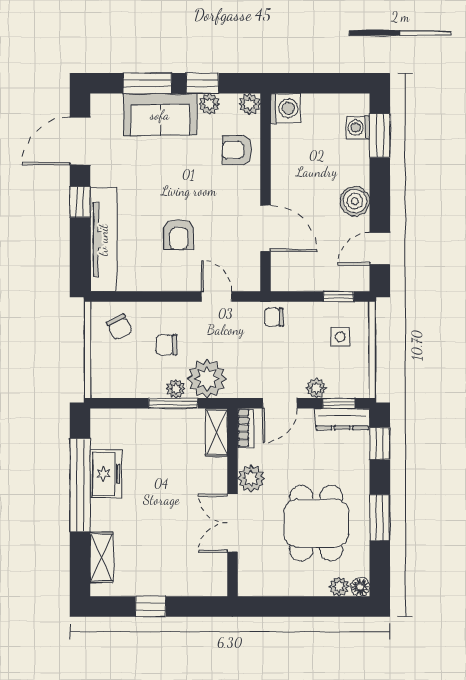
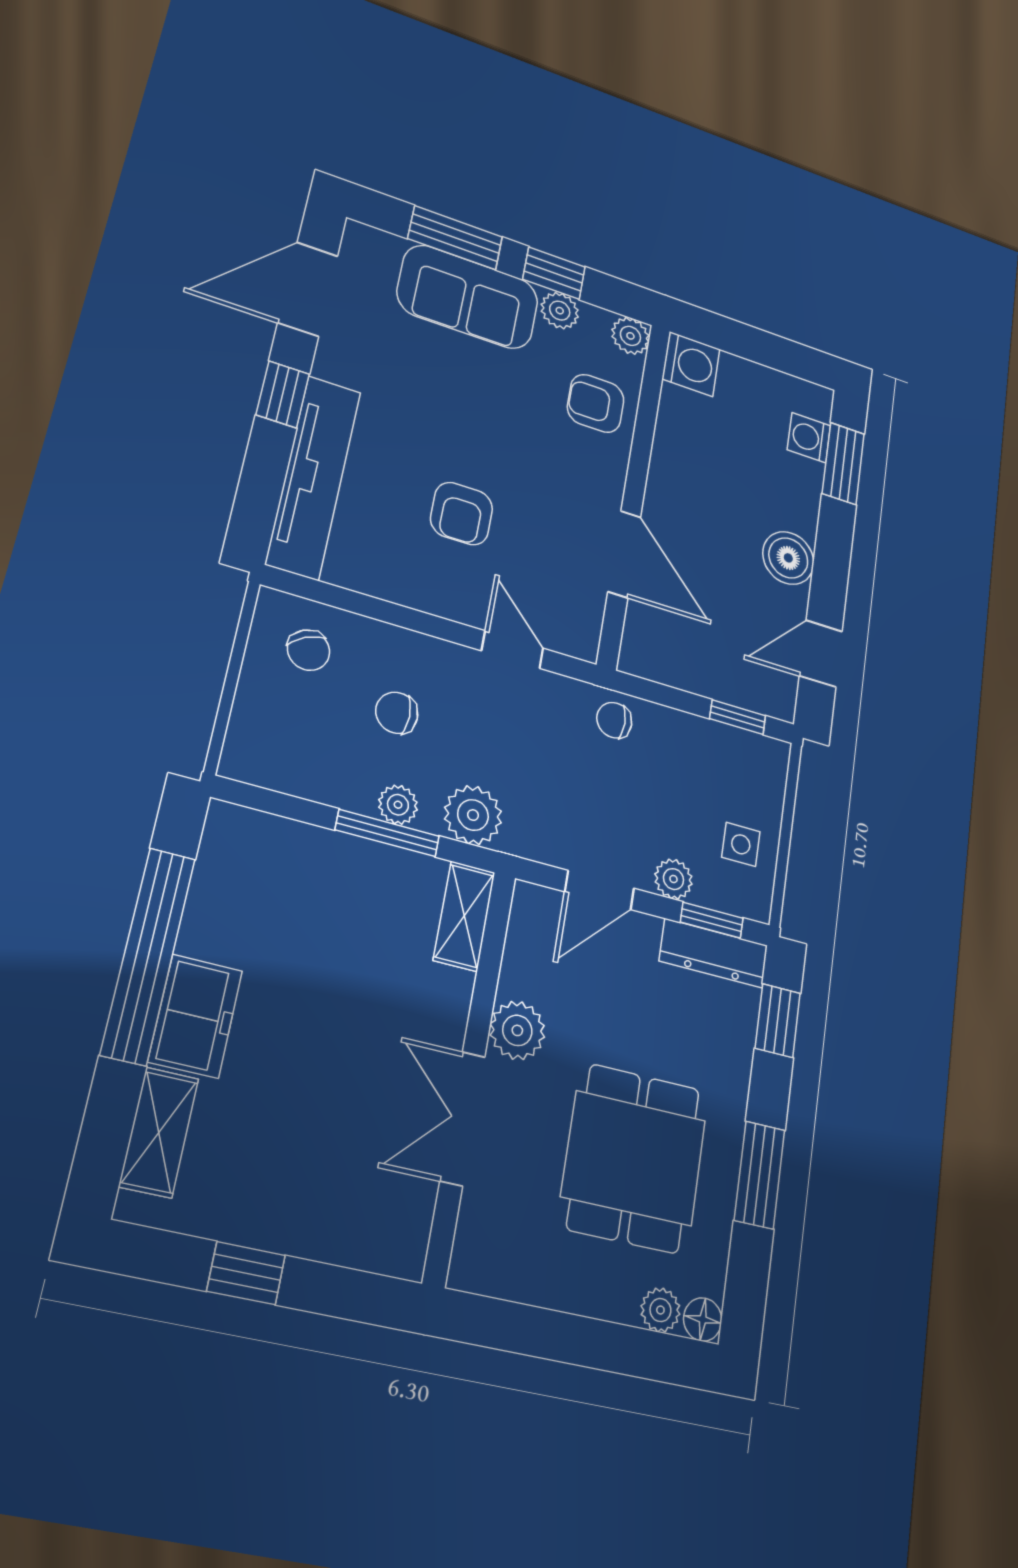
side table: (340, 337) -> (741, 844), moved
plant: (207, 379) -> (473, 815), width x0.73, depth x0.73
bookcase: (245, 428) -> (524, 922), removed
freezer: (106, 474) -> (195, 1016), moved

